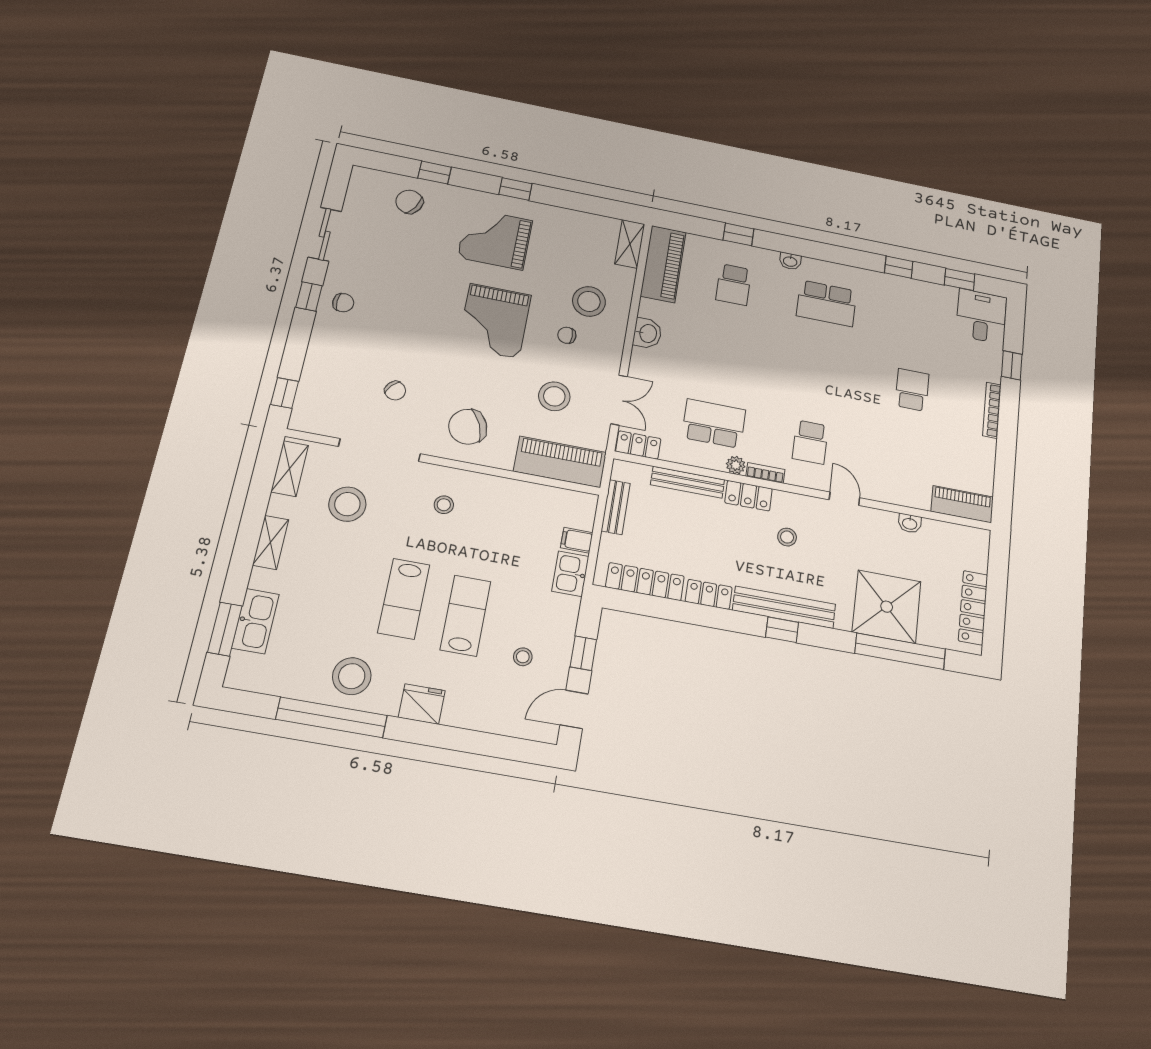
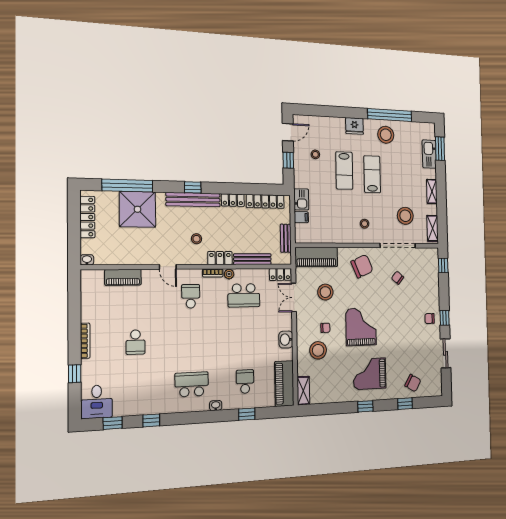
grand piano: (495, 239) -> (370, 374), turned 180
piano: (962, 504) -> (123, 277), moved
washbasin: (910, 523) -> (87, 260), moved

